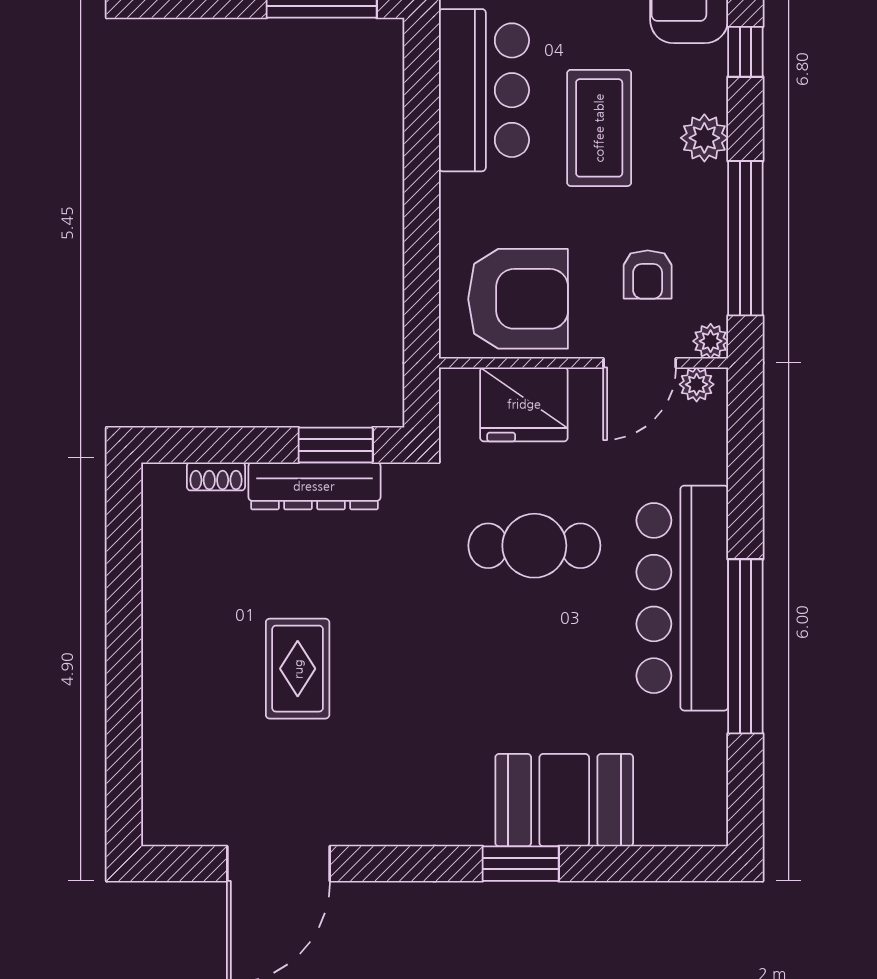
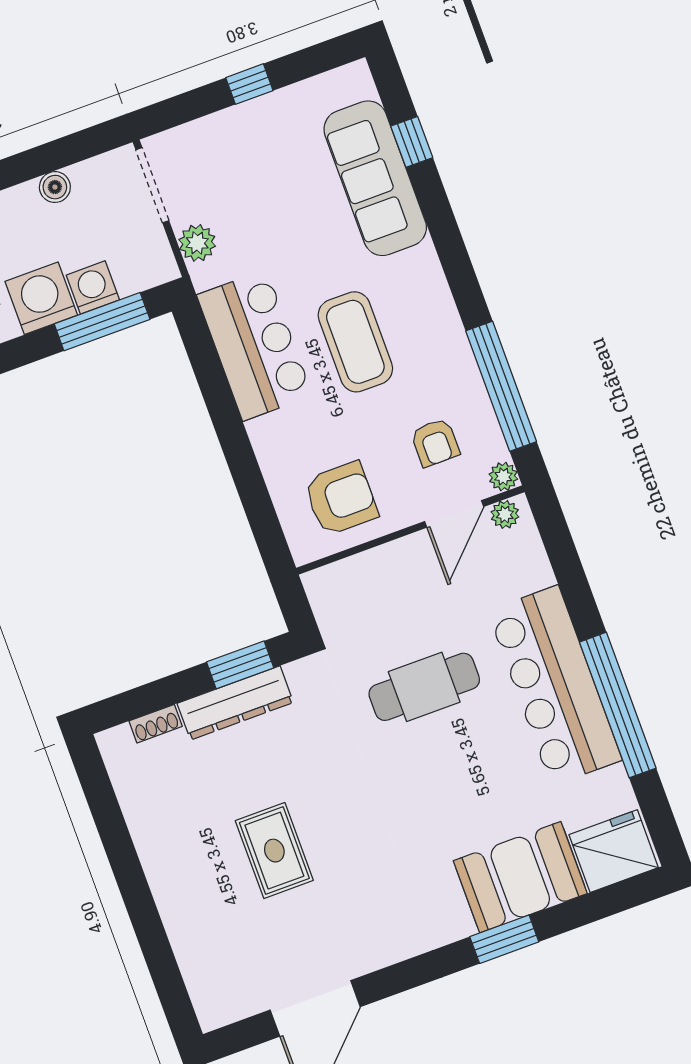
window: (745, 52) -> (448, 241), removed
plant: (704, 138) -> (440, 320), removed
armchair: (518, 299) -> (341, 499), width x0.73, depth x0.73
fridge: (524, 404) -> (614, 851), moved, turned 180

